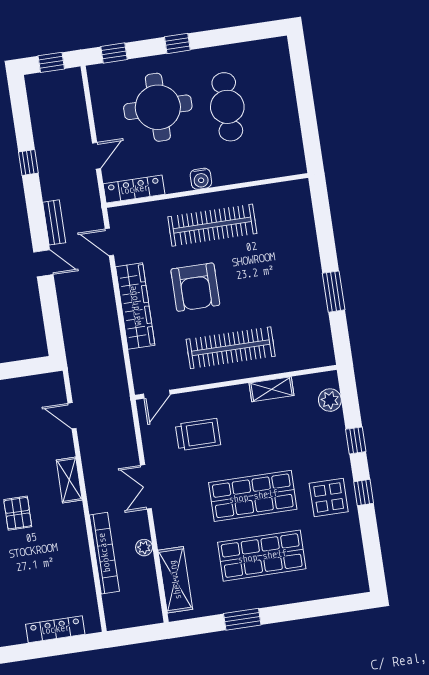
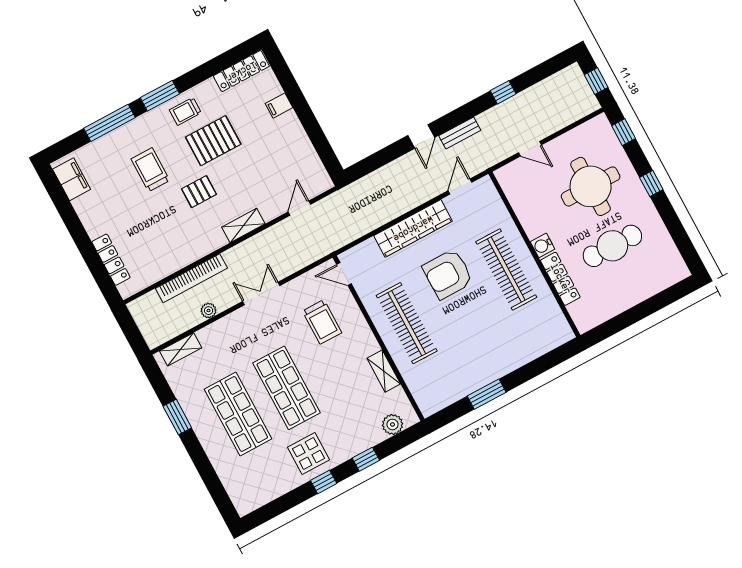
locker: (134, 189) -> (560, 279), moved
shelving: (175, 580) -> (181, 349), width x0.67, depth x0.75

